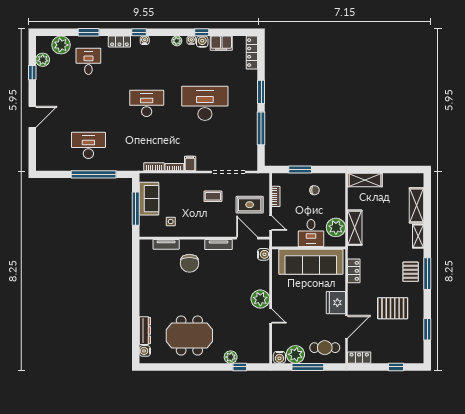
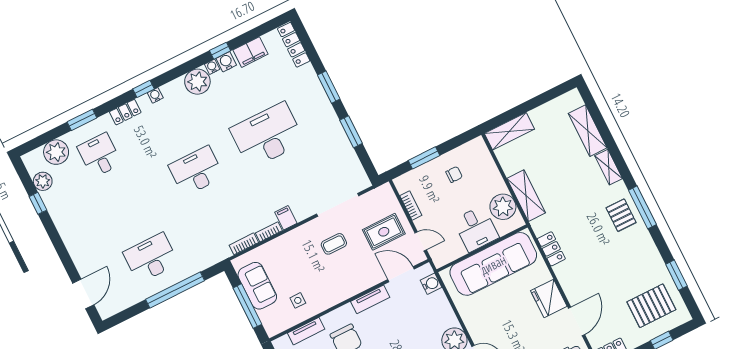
plant: (177, 41) -> (197, 82), width x1.87, depth x1.87
door: (32, 117) -> (83, 294), moved
window: (261, 128) -> (351, 132), width x0.69
pallet: (393, 308) -> (651, 306), moved

